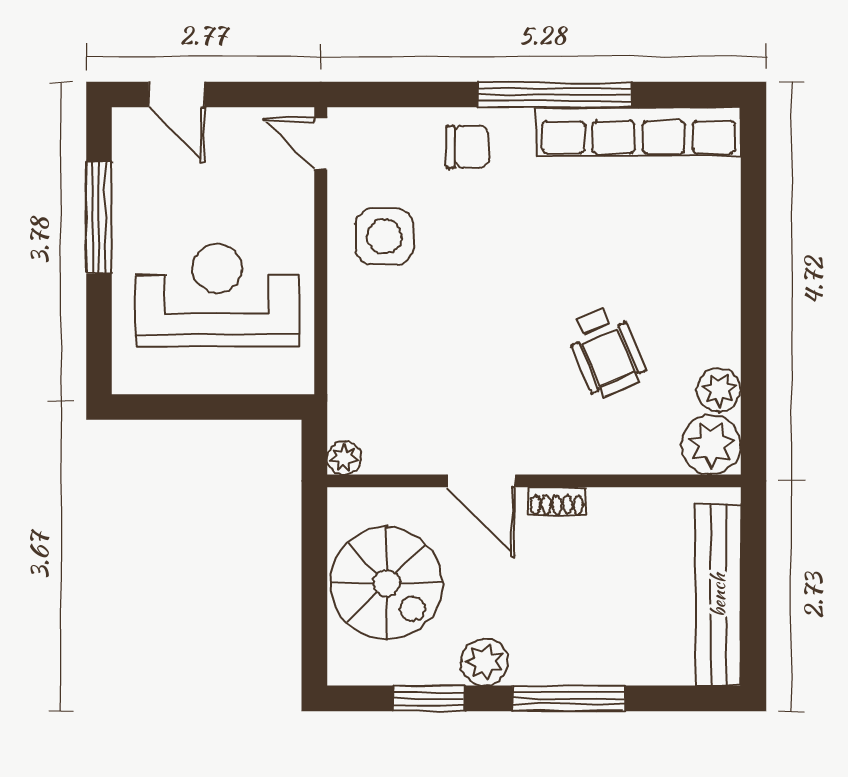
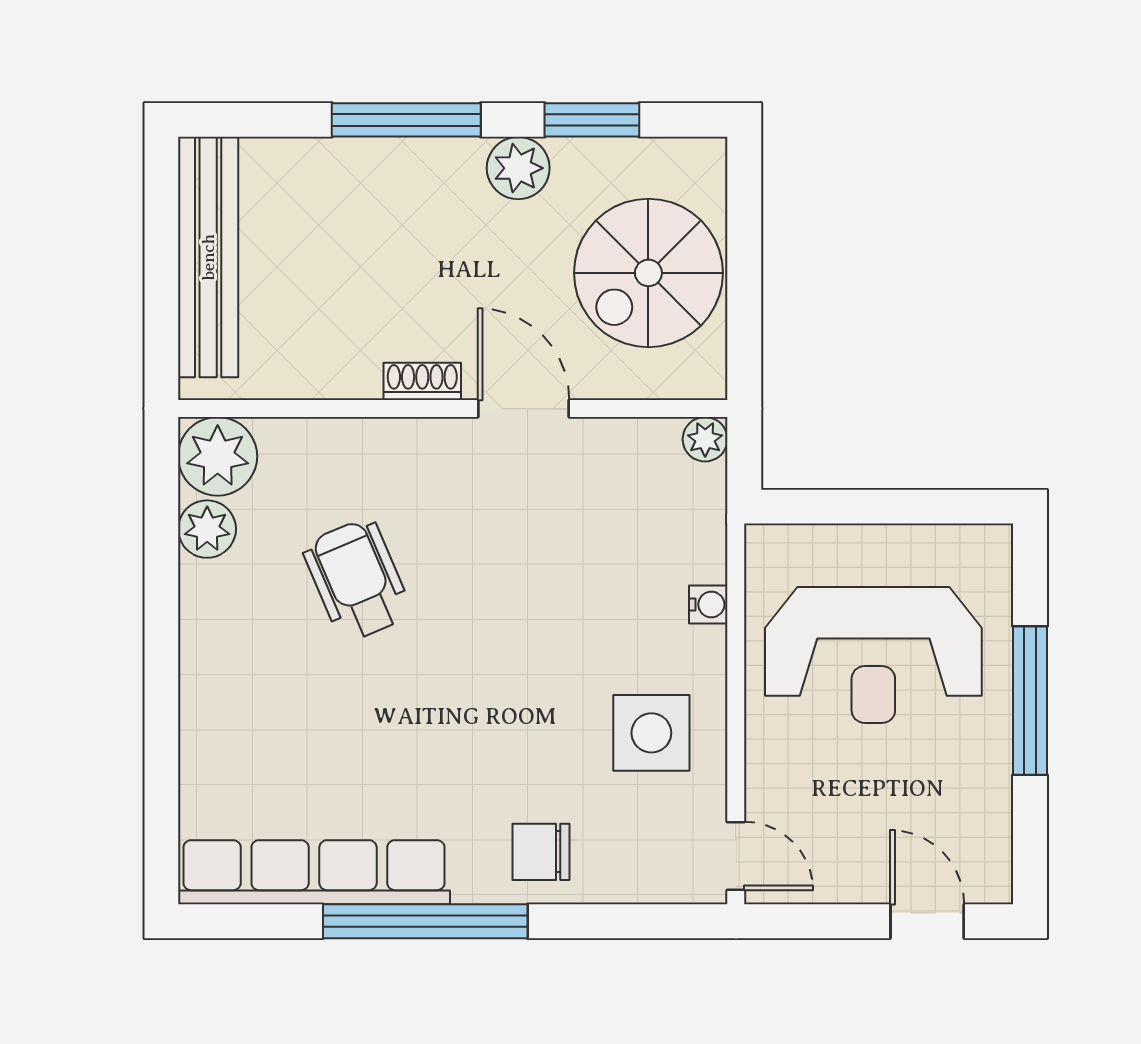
window: (99, 218) -> (1030, 701), moved
water cooler: (341, 333) -> (708, 605), added
spiral stairs: (387, 583) -> (648, 273), turned -90

